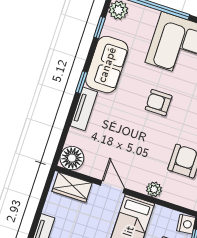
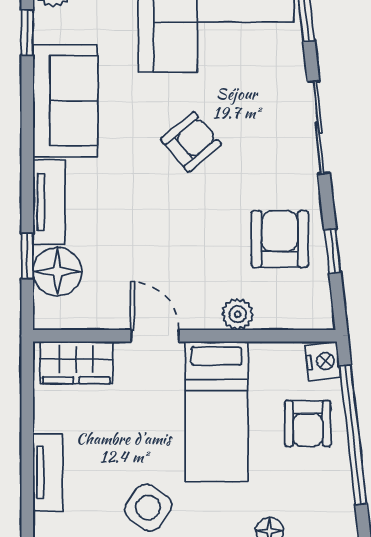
window: (81, 82) -> (27, 256), moved
armchair: (159, 103) -> (191, 142), turned 140
floor lamp: (72, 158) -> (57, 272), moved

